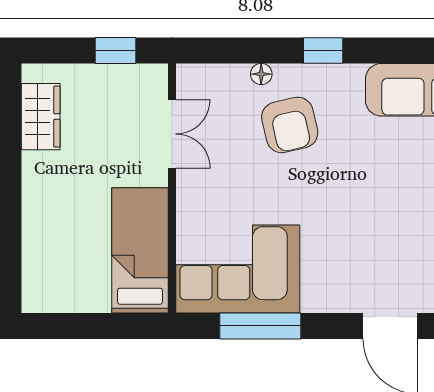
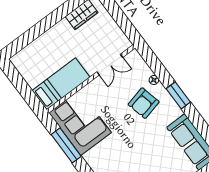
window: (115, 50) -> (124, 23), removed
window: (323, 50) -> (178, 95), width x1.50

